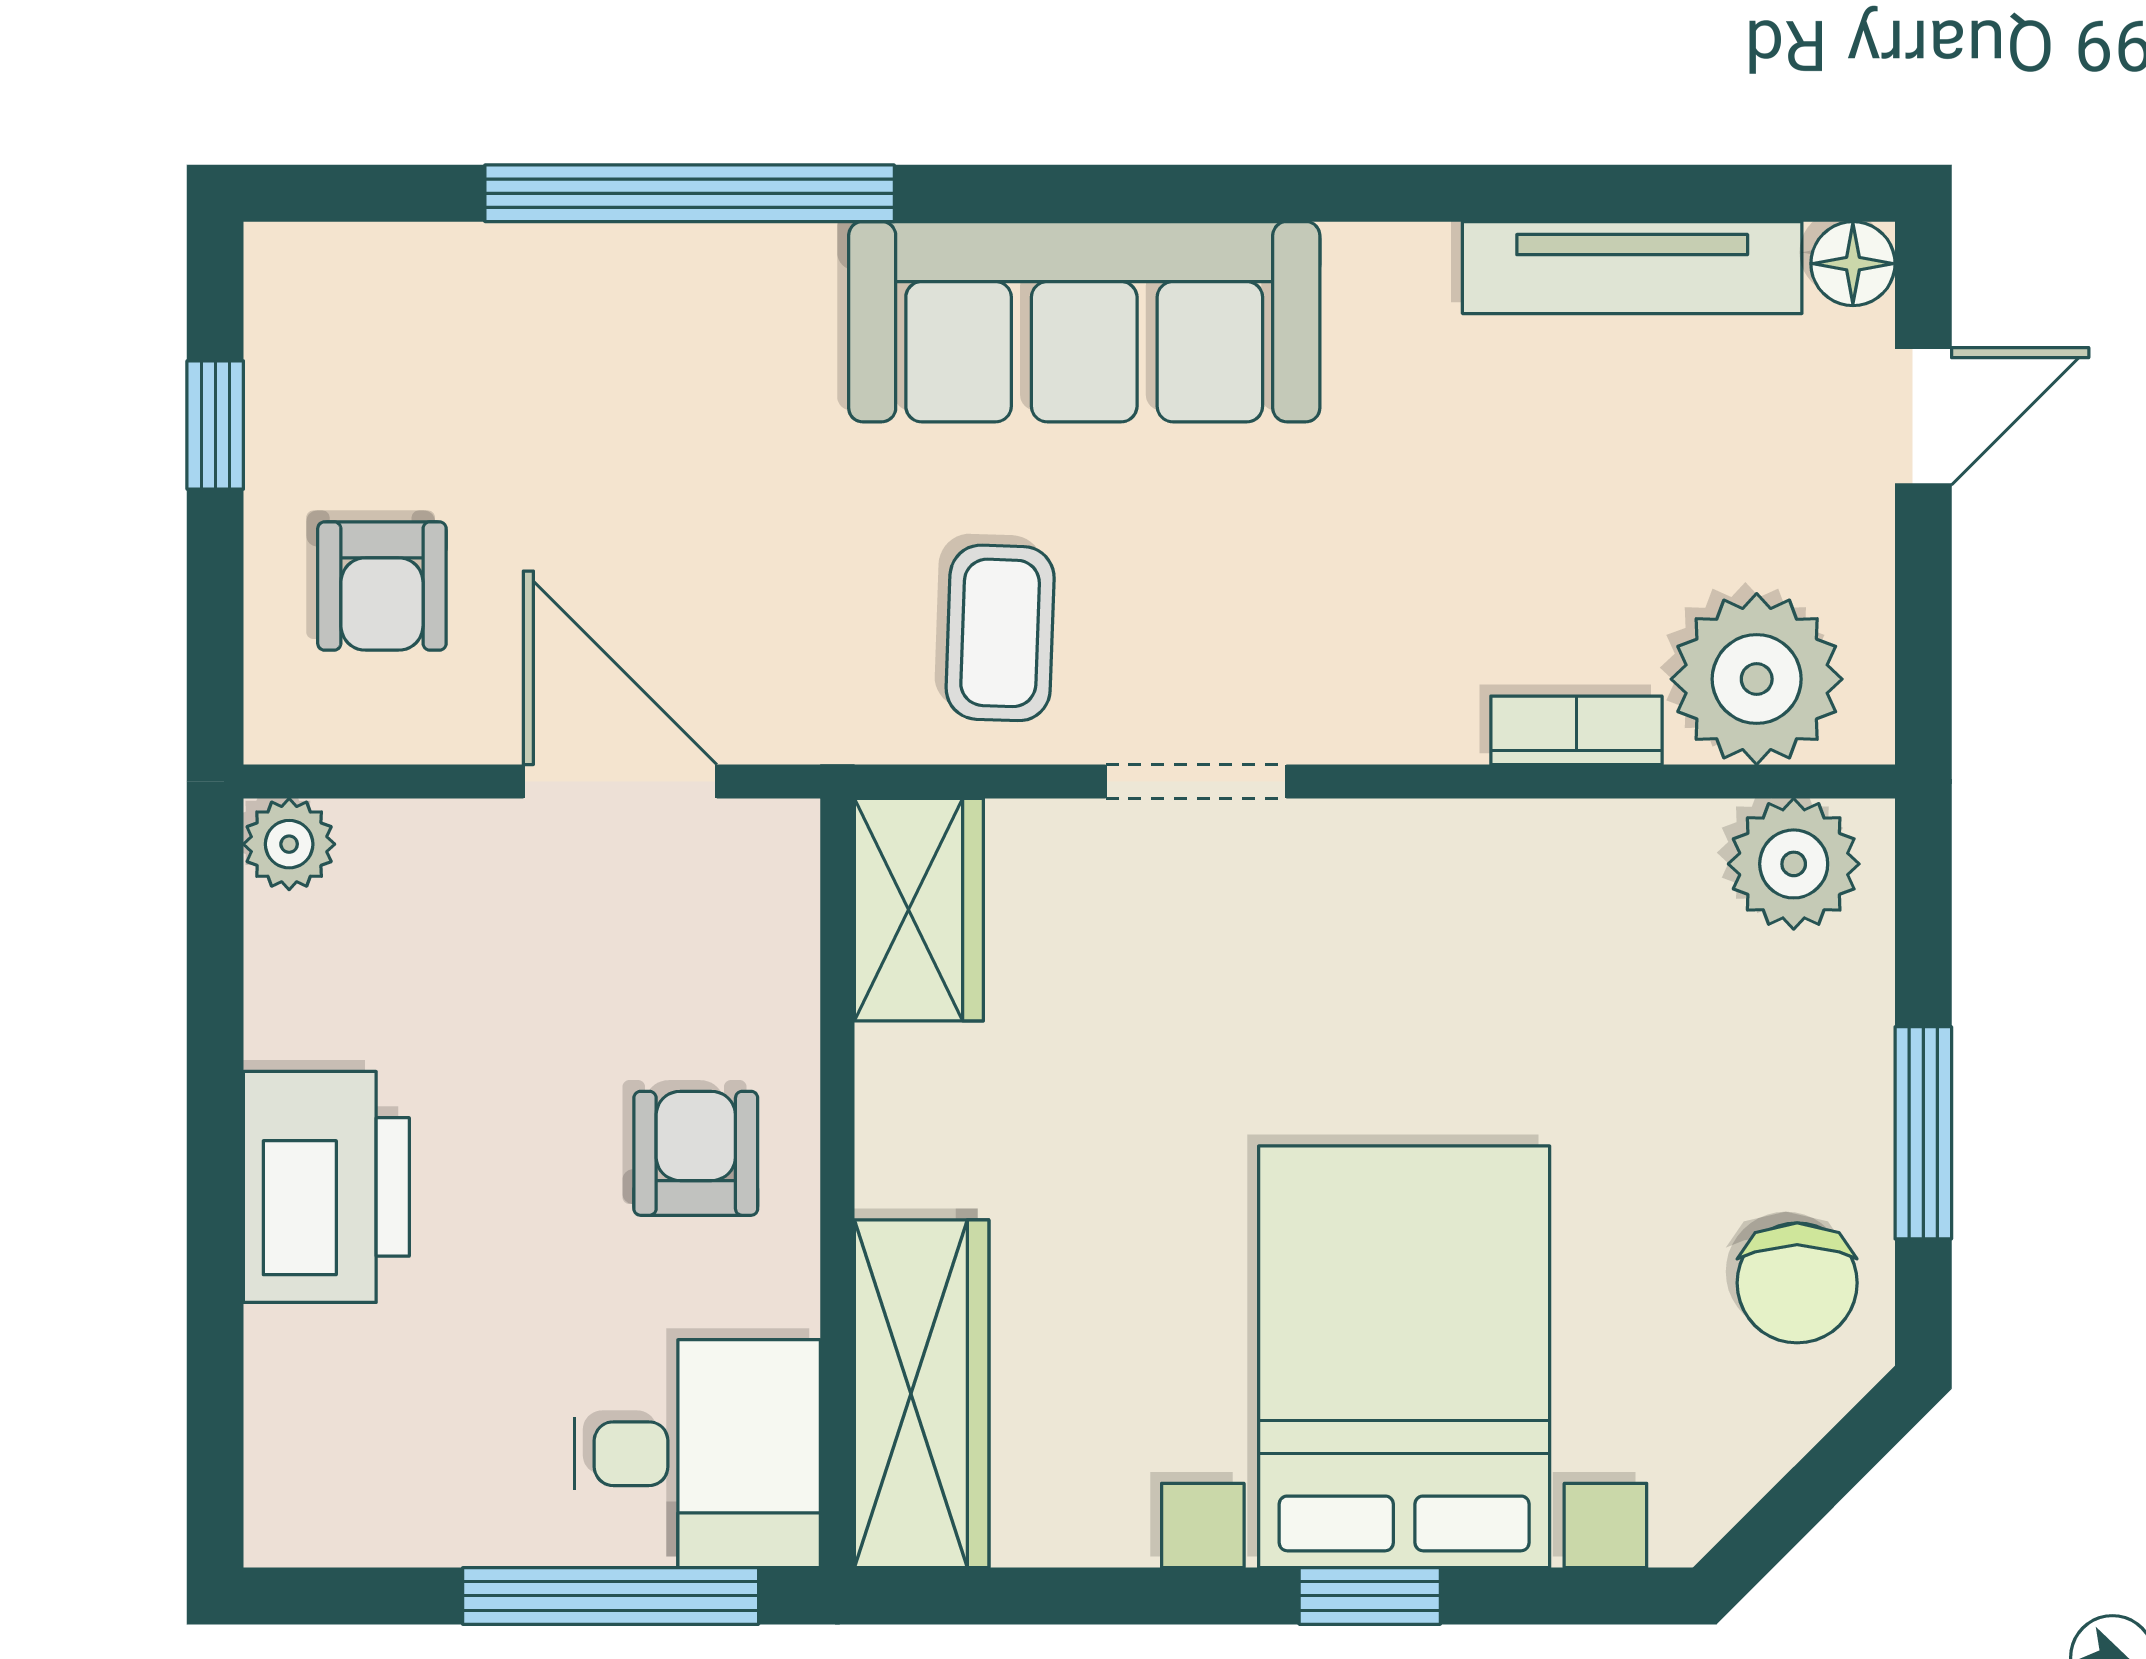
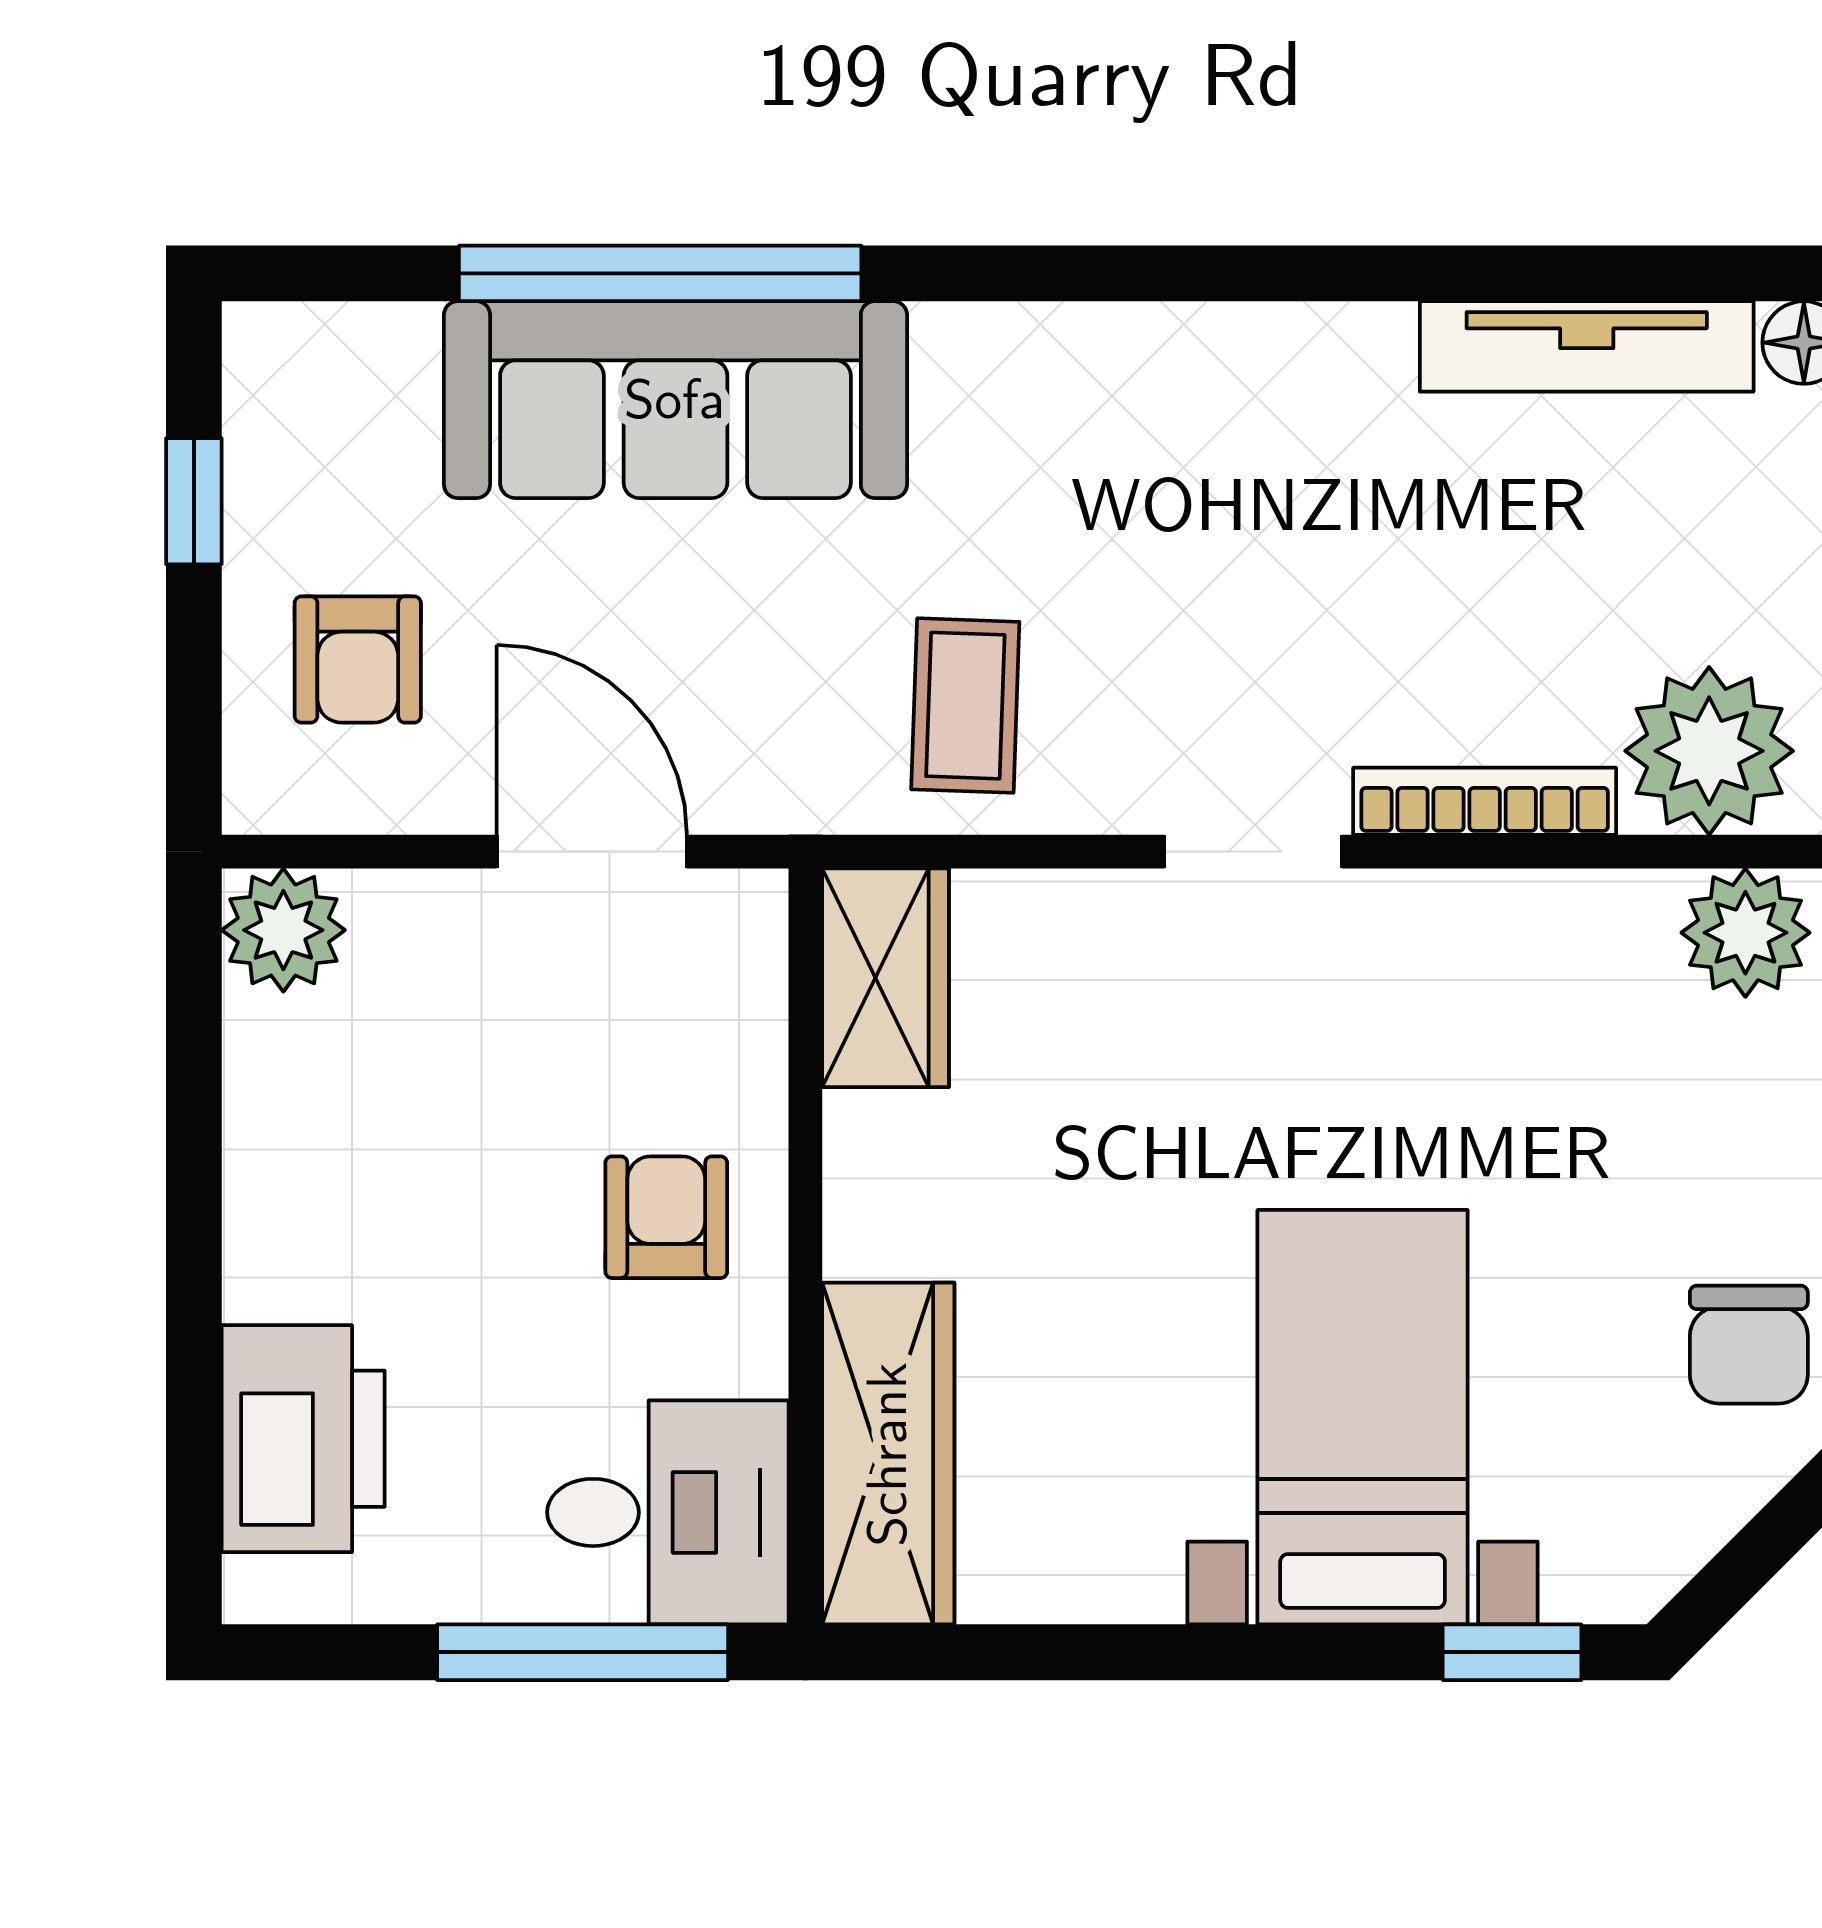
sofa: (1084, 322) -> (675, 400), moved
bookcase: (1576, 730) -> (1485, 801), width x1.56
doorway: (1196, 782) -> (1253, 852), moved
plant: (289, 844) -> (283, 930), width x1.38, depth x1.38
printer: (326, 1187) -> (303, 1439), moved
bed with nightstands: (1404, 1357) -> (1363, 1417), width x0.73
window: (1370, 1596) -> (1512, 1652), moved

